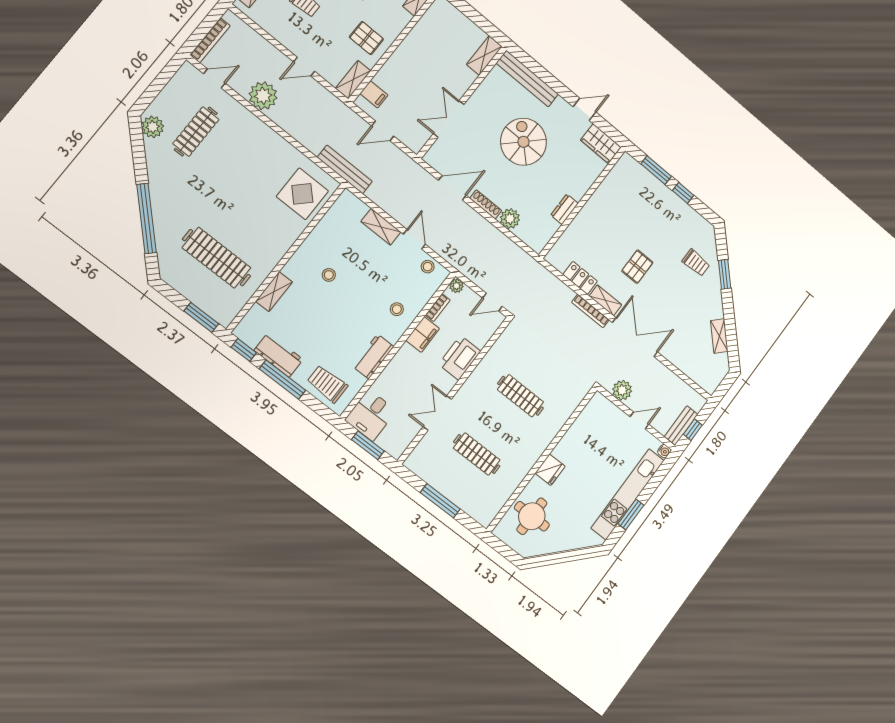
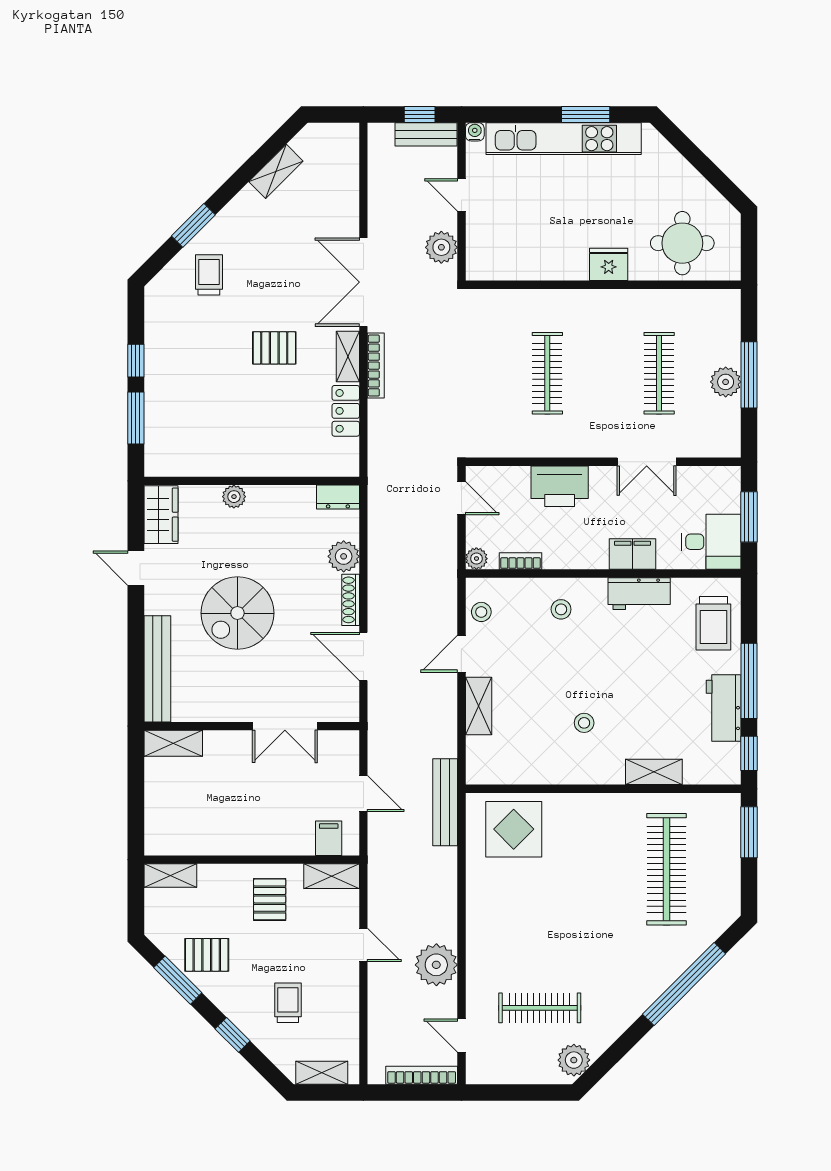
plant: (582, 187) -> (234, 497), added
dresser: (564, 209) -> (338, 497), moved
filing cabinet: (423, 334) -> (632, 554), moved
plant: (446, 486) -> (726, 382), added

